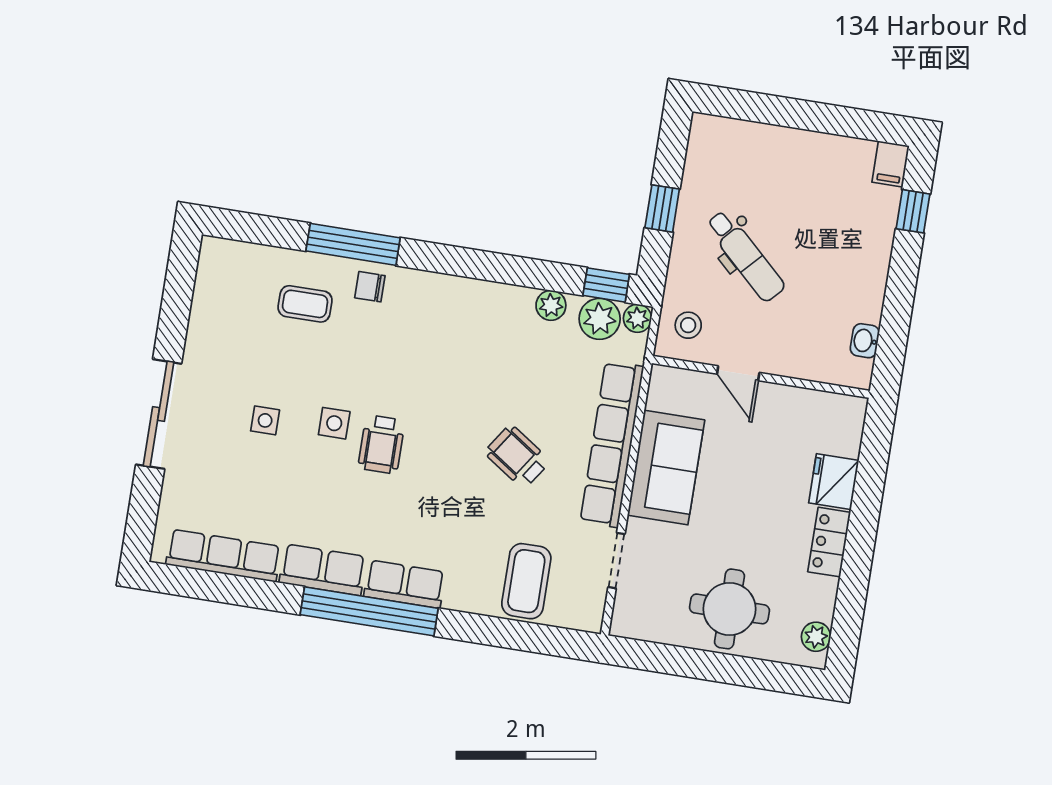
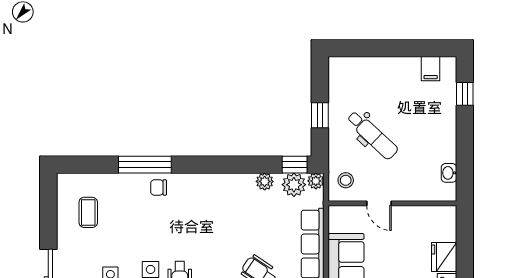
filing cabinet: (891, 164) -> (431, 69), moved
coffee table: (305, 304) -> (88, 212), moved, turned 90

